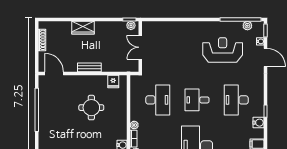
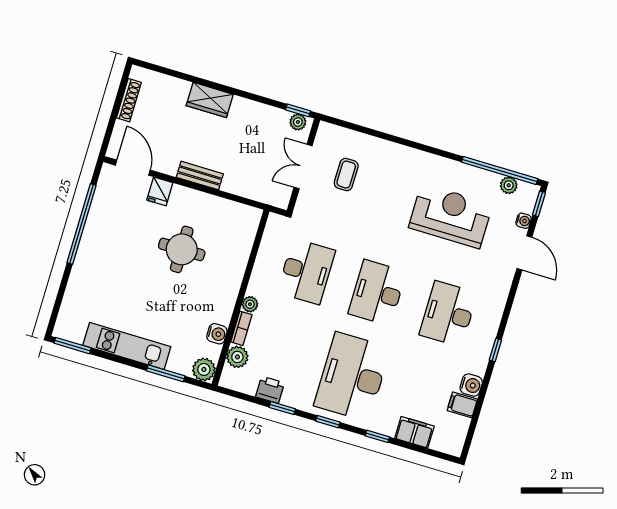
coffee table: (163, 45) -> (346, 175), added
fridge: (113, 82) -> (160, 191), moved
desk: (197, 100) -> (377, 293), width x1.37
water cooler: (259, 123) -> (471, 385), moved

